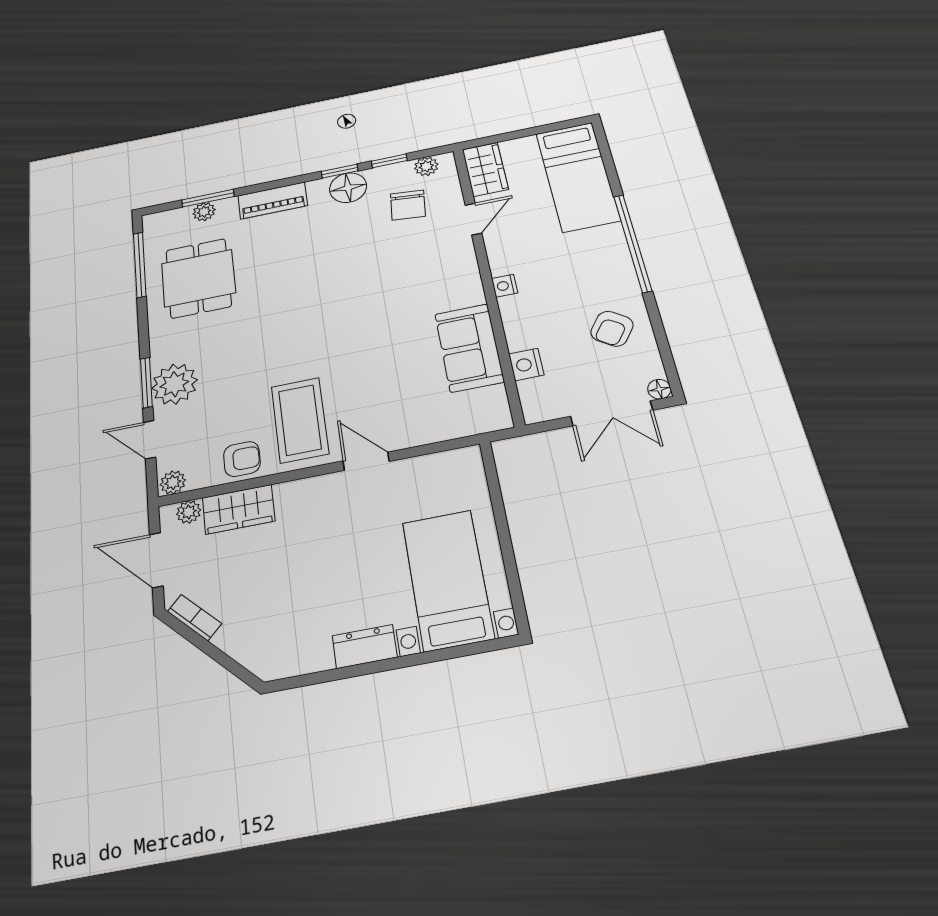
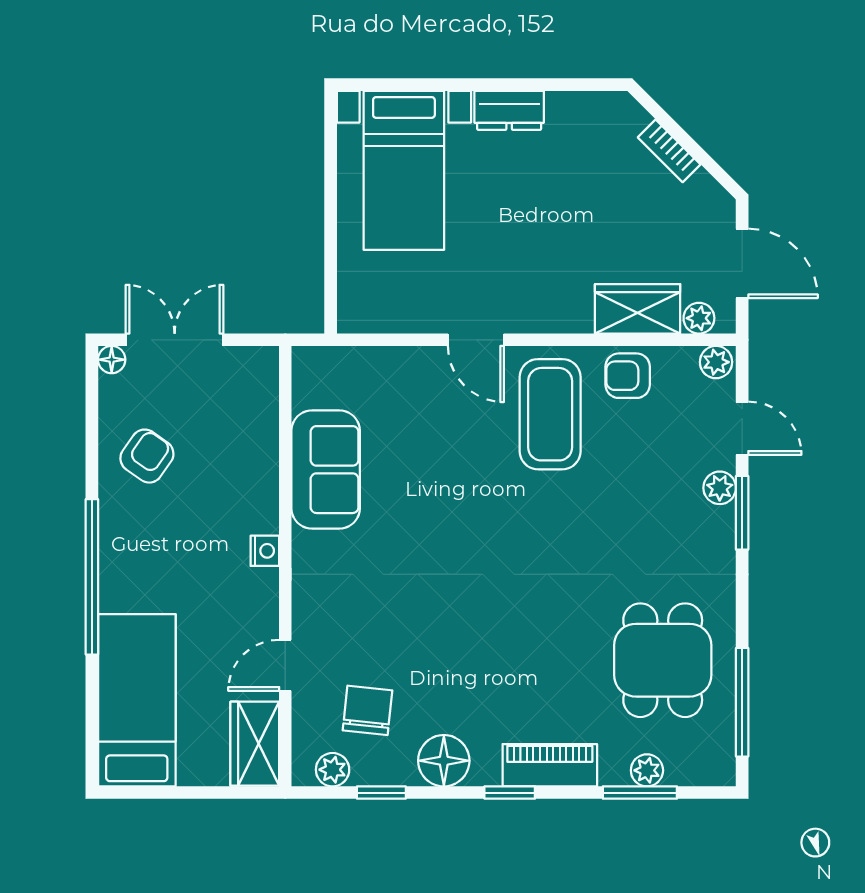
window: (340, 171) -> (510, 793), moved
nightstand: (526, 364) -> (261, 429), removed
plant: (174, 384) -> (720, 488), width x0.53, depth x0.53
bookcase: (194, 617) -> (669, 151), moved

